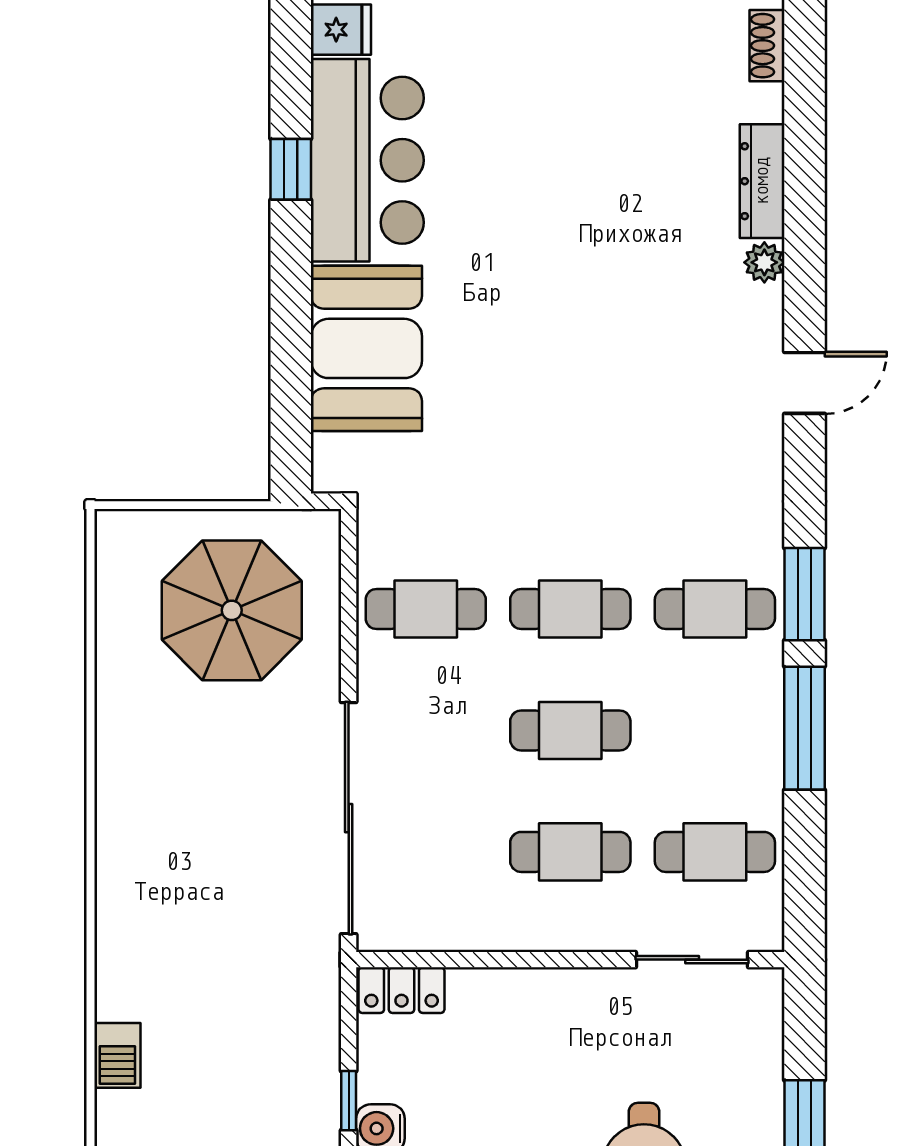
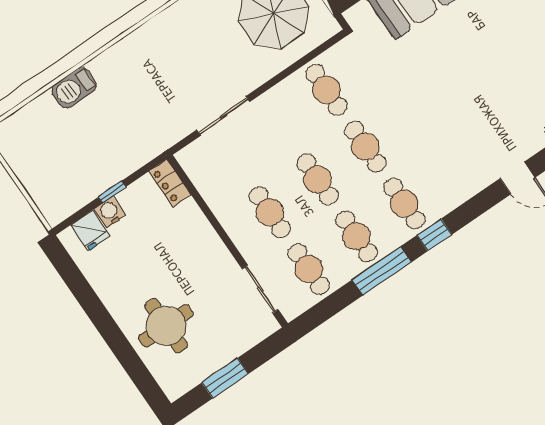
window: (805, 594) -> (434, 235), width x0.67
cafe table: (715, 730) -> (357, 236), added
sliding door: (349, 818) -> (223, 116), width x0.54
barbecue: (117, 1055) -> (74, 88), width x1.38, depth x1.27

